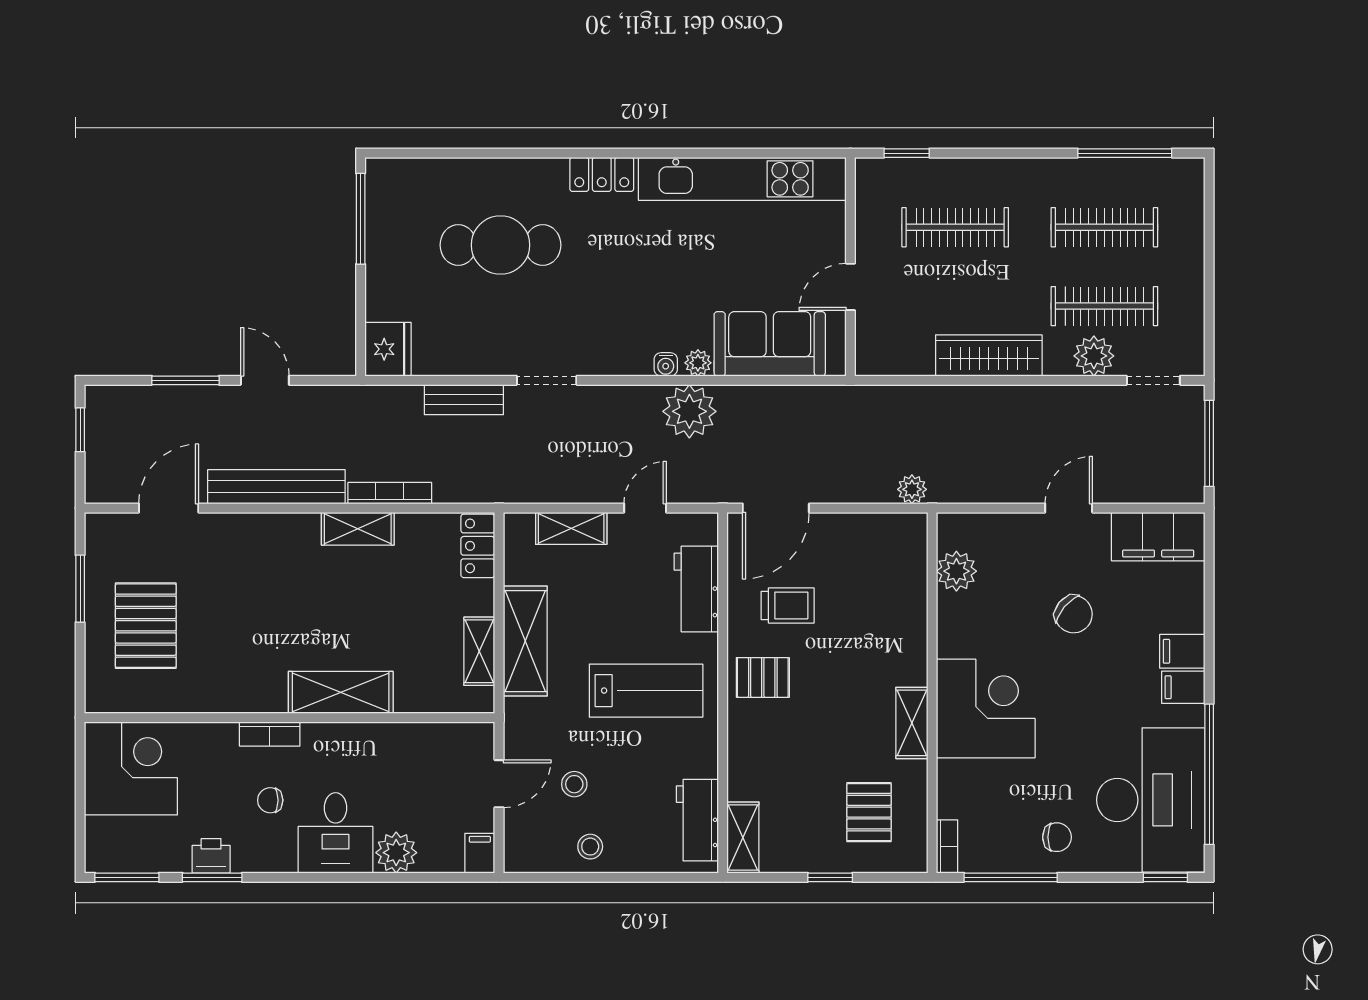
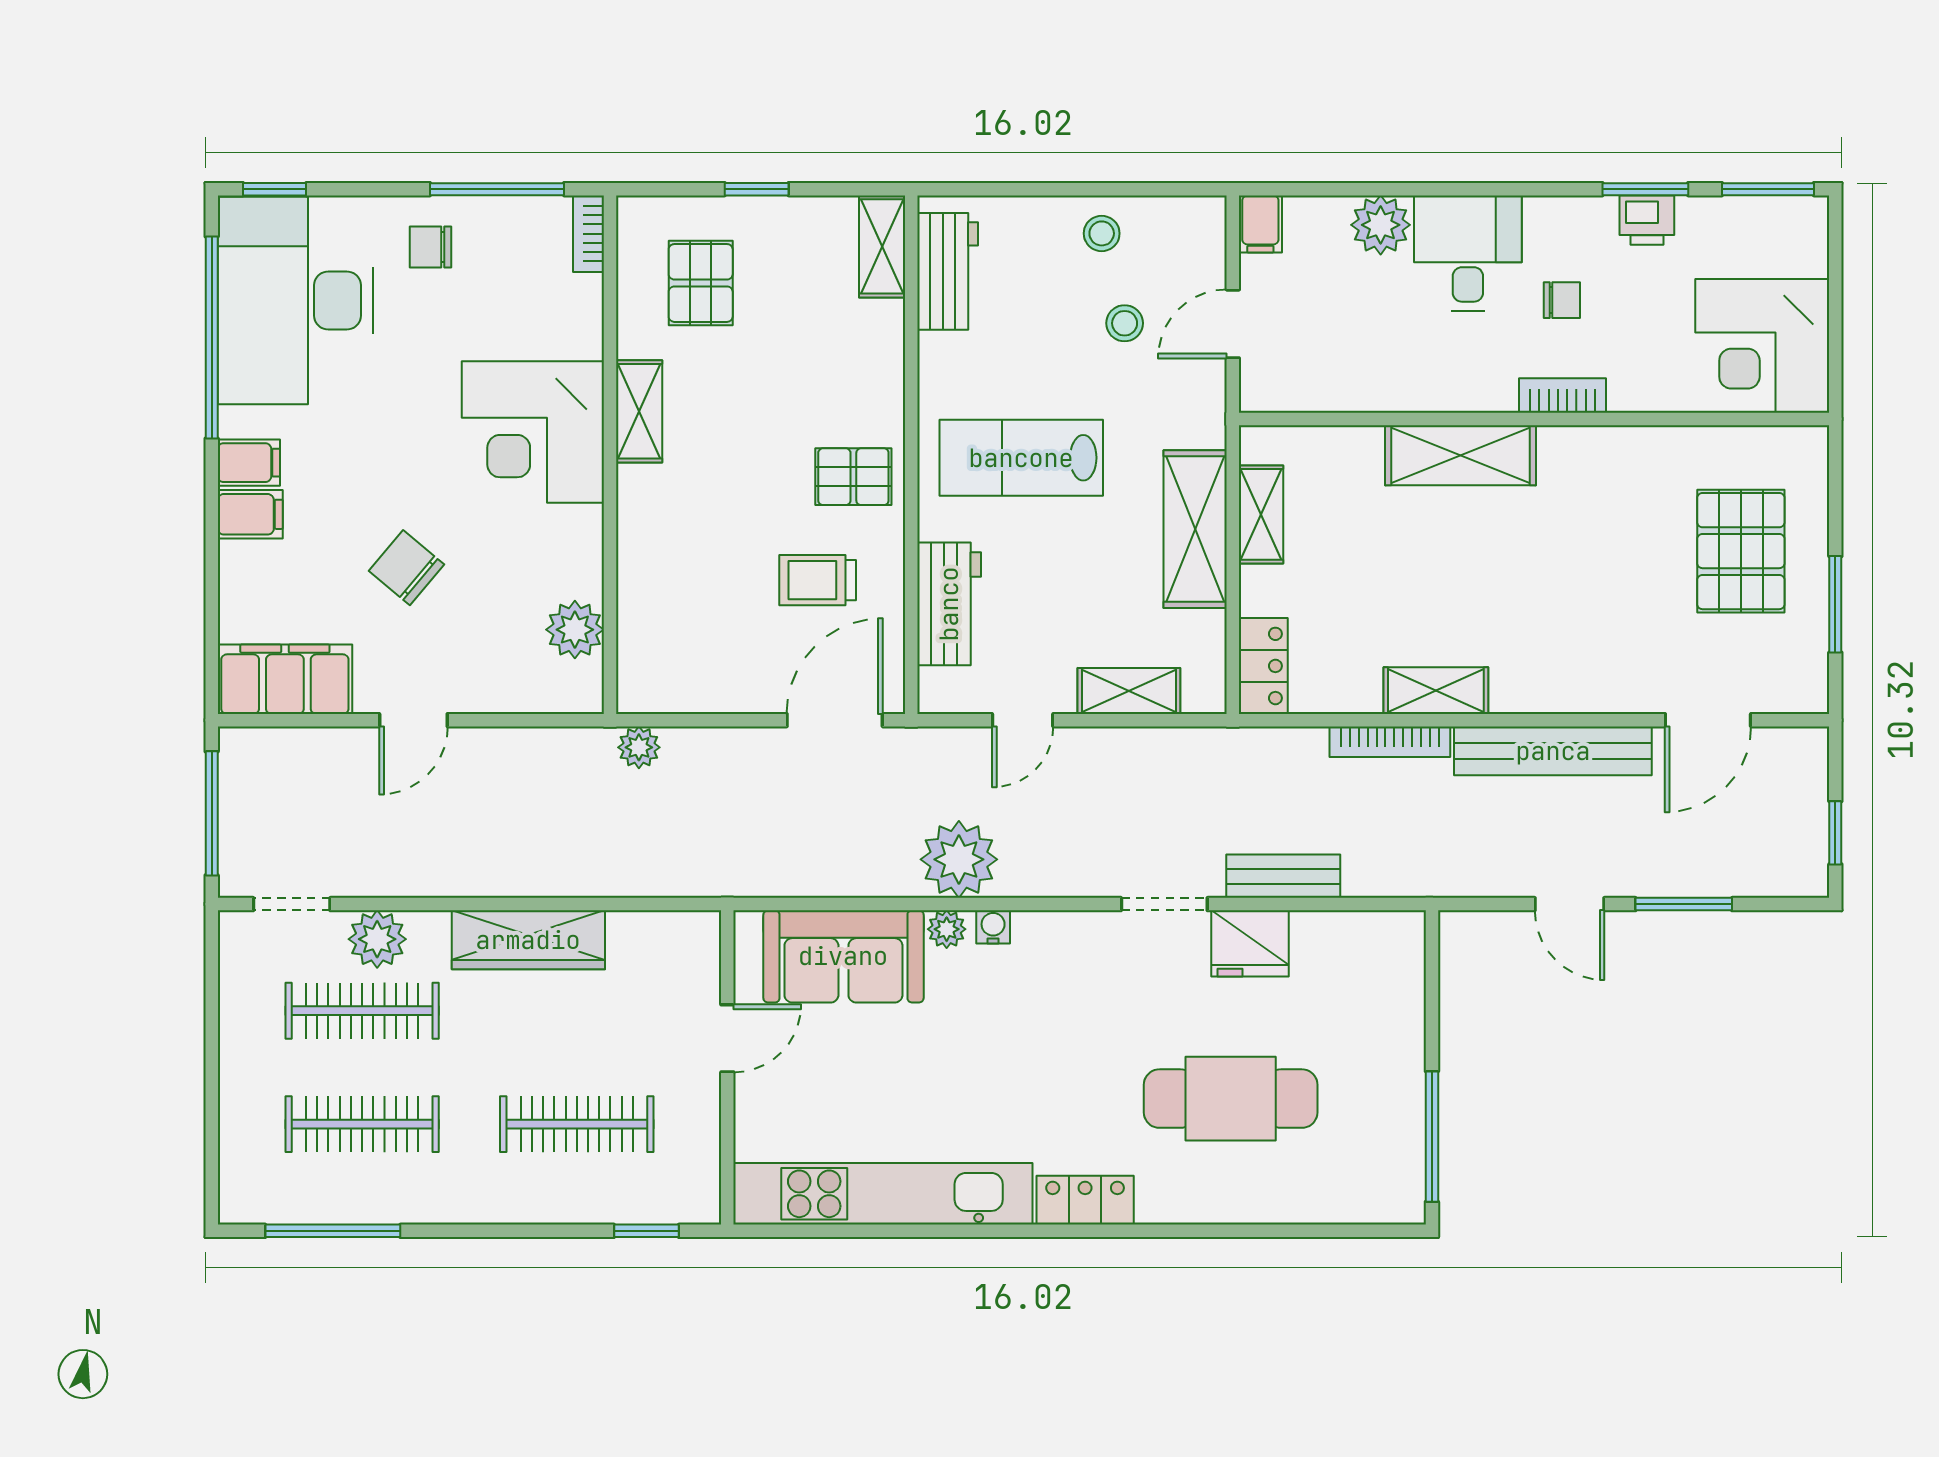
fridge: (388, 349) -> (1250, 943), moved, turned -90

